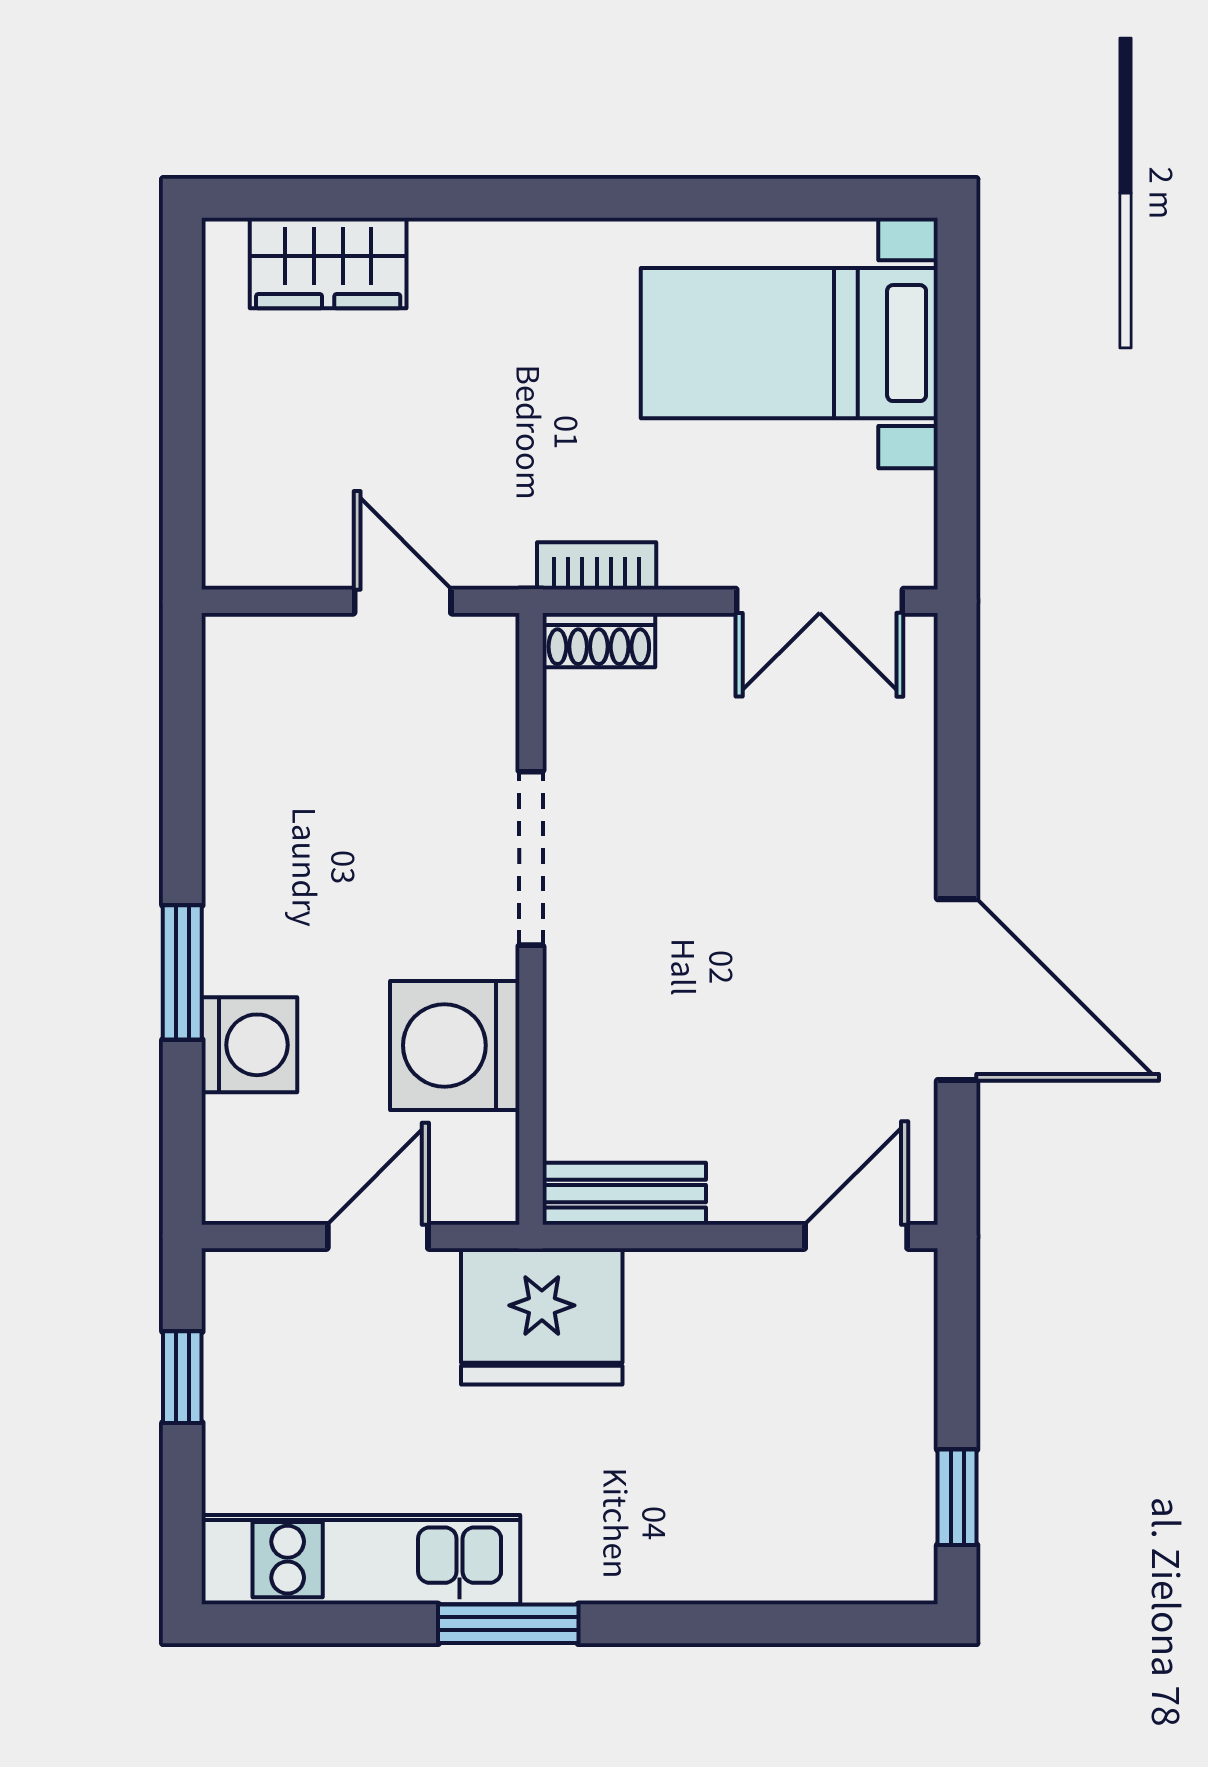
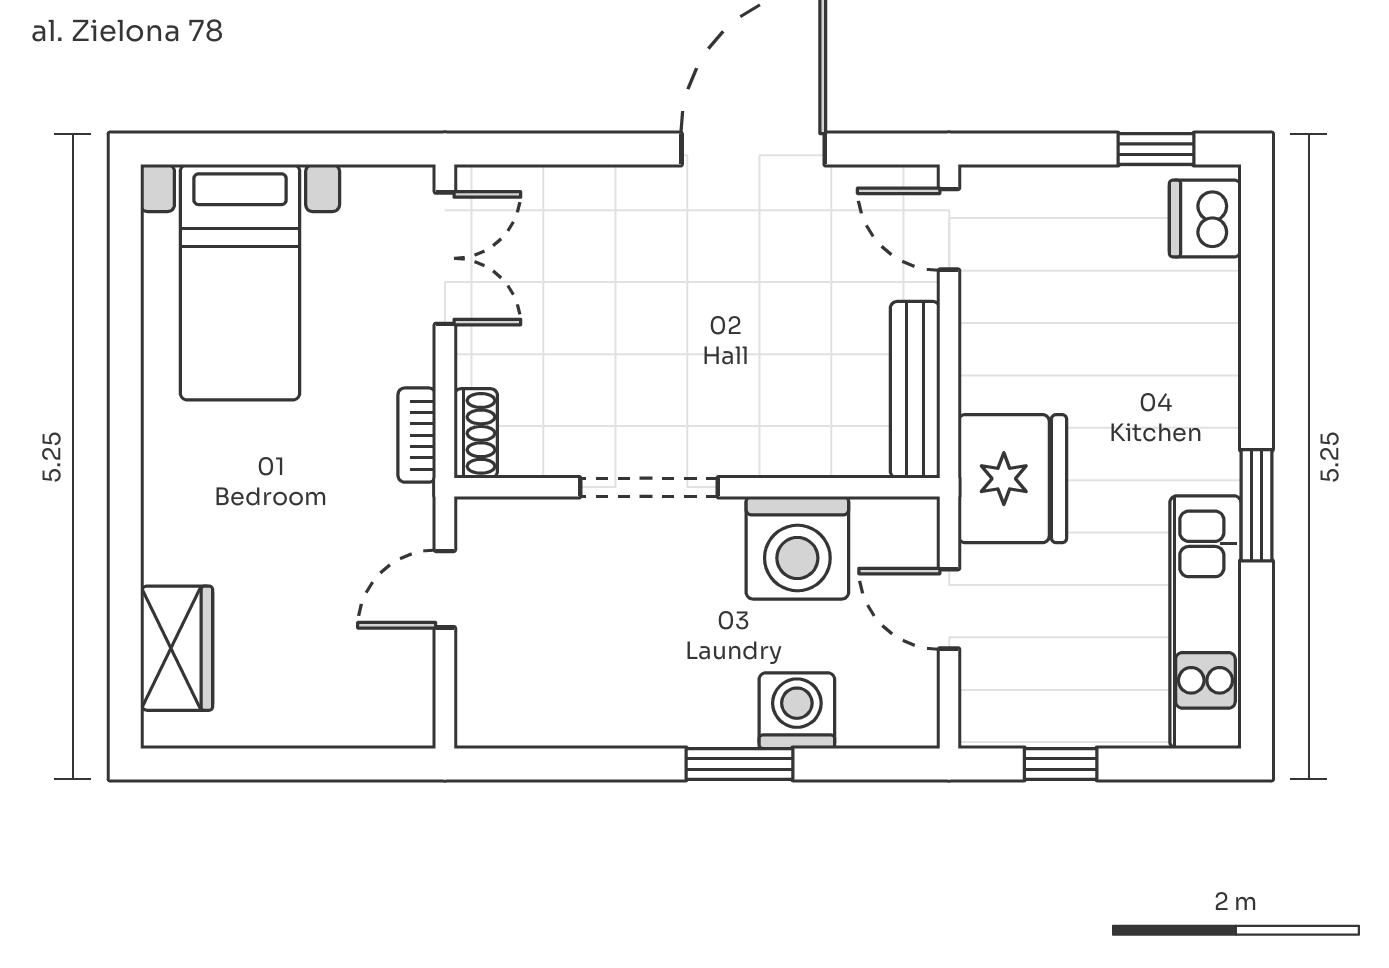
bench: (624, 1194) -> (915, 390), width x1.36
dishwasher: (870, 1559) -> (1205, 218), added

